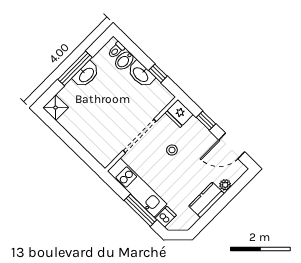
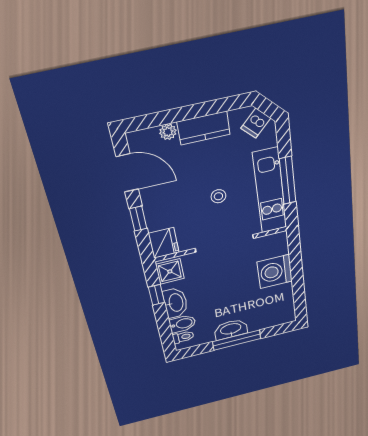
shower: (56, 108) -> (170, 271), moved
washing machine: (89, 136) -> (275, 272), added
stool: (172, 150) -> (218, 196), moved
window: (140, 210) -> (288, 181), moved
dishwasher: (166, 217) -> (256, 123), moved, turned -45

